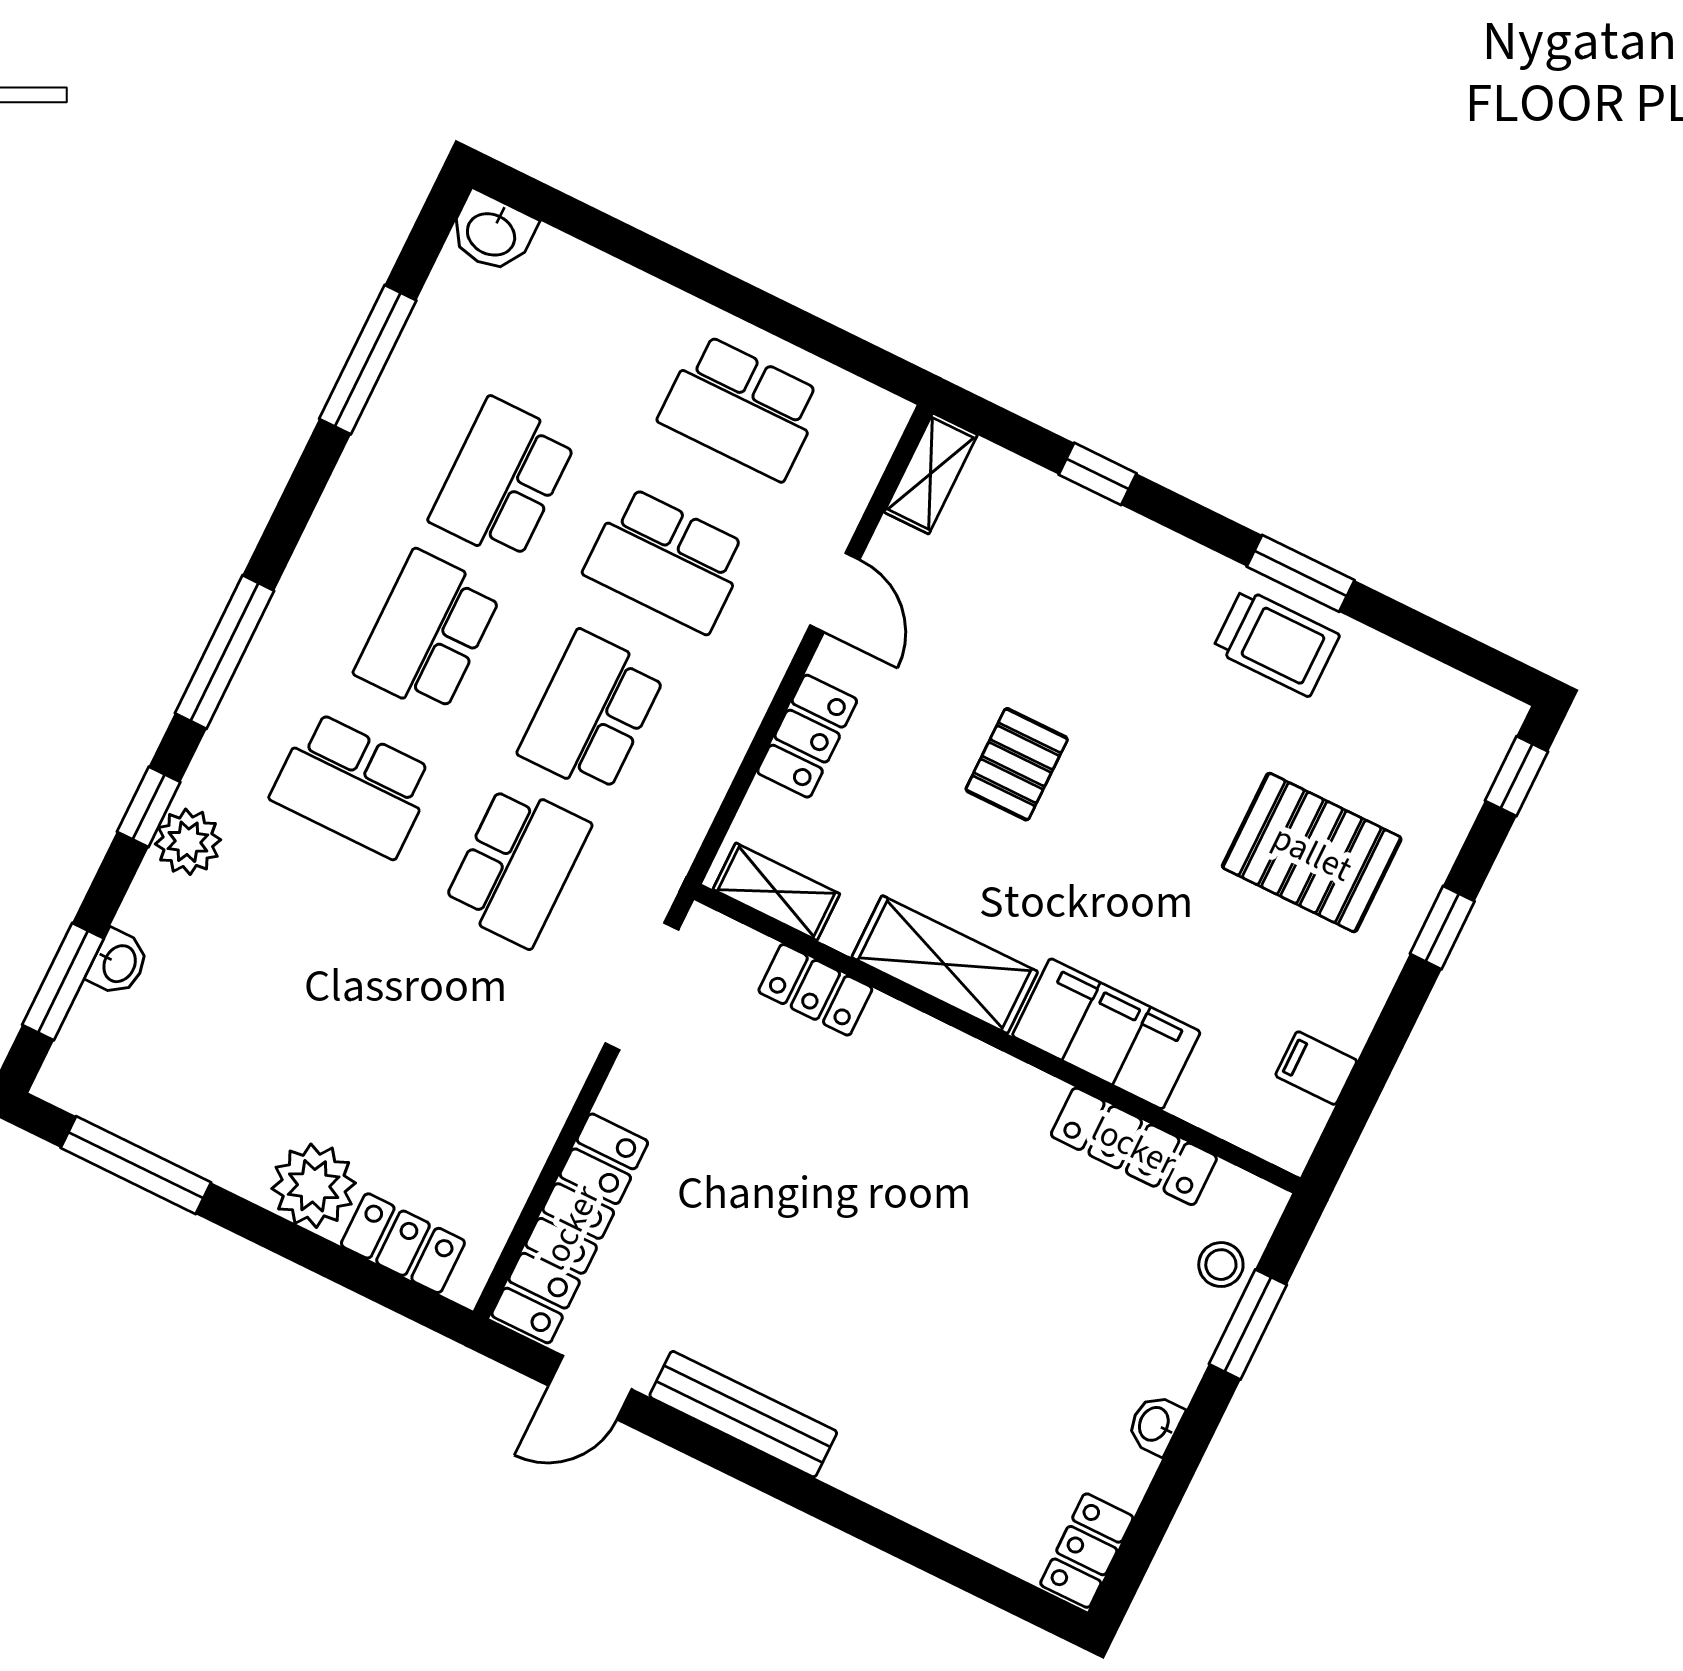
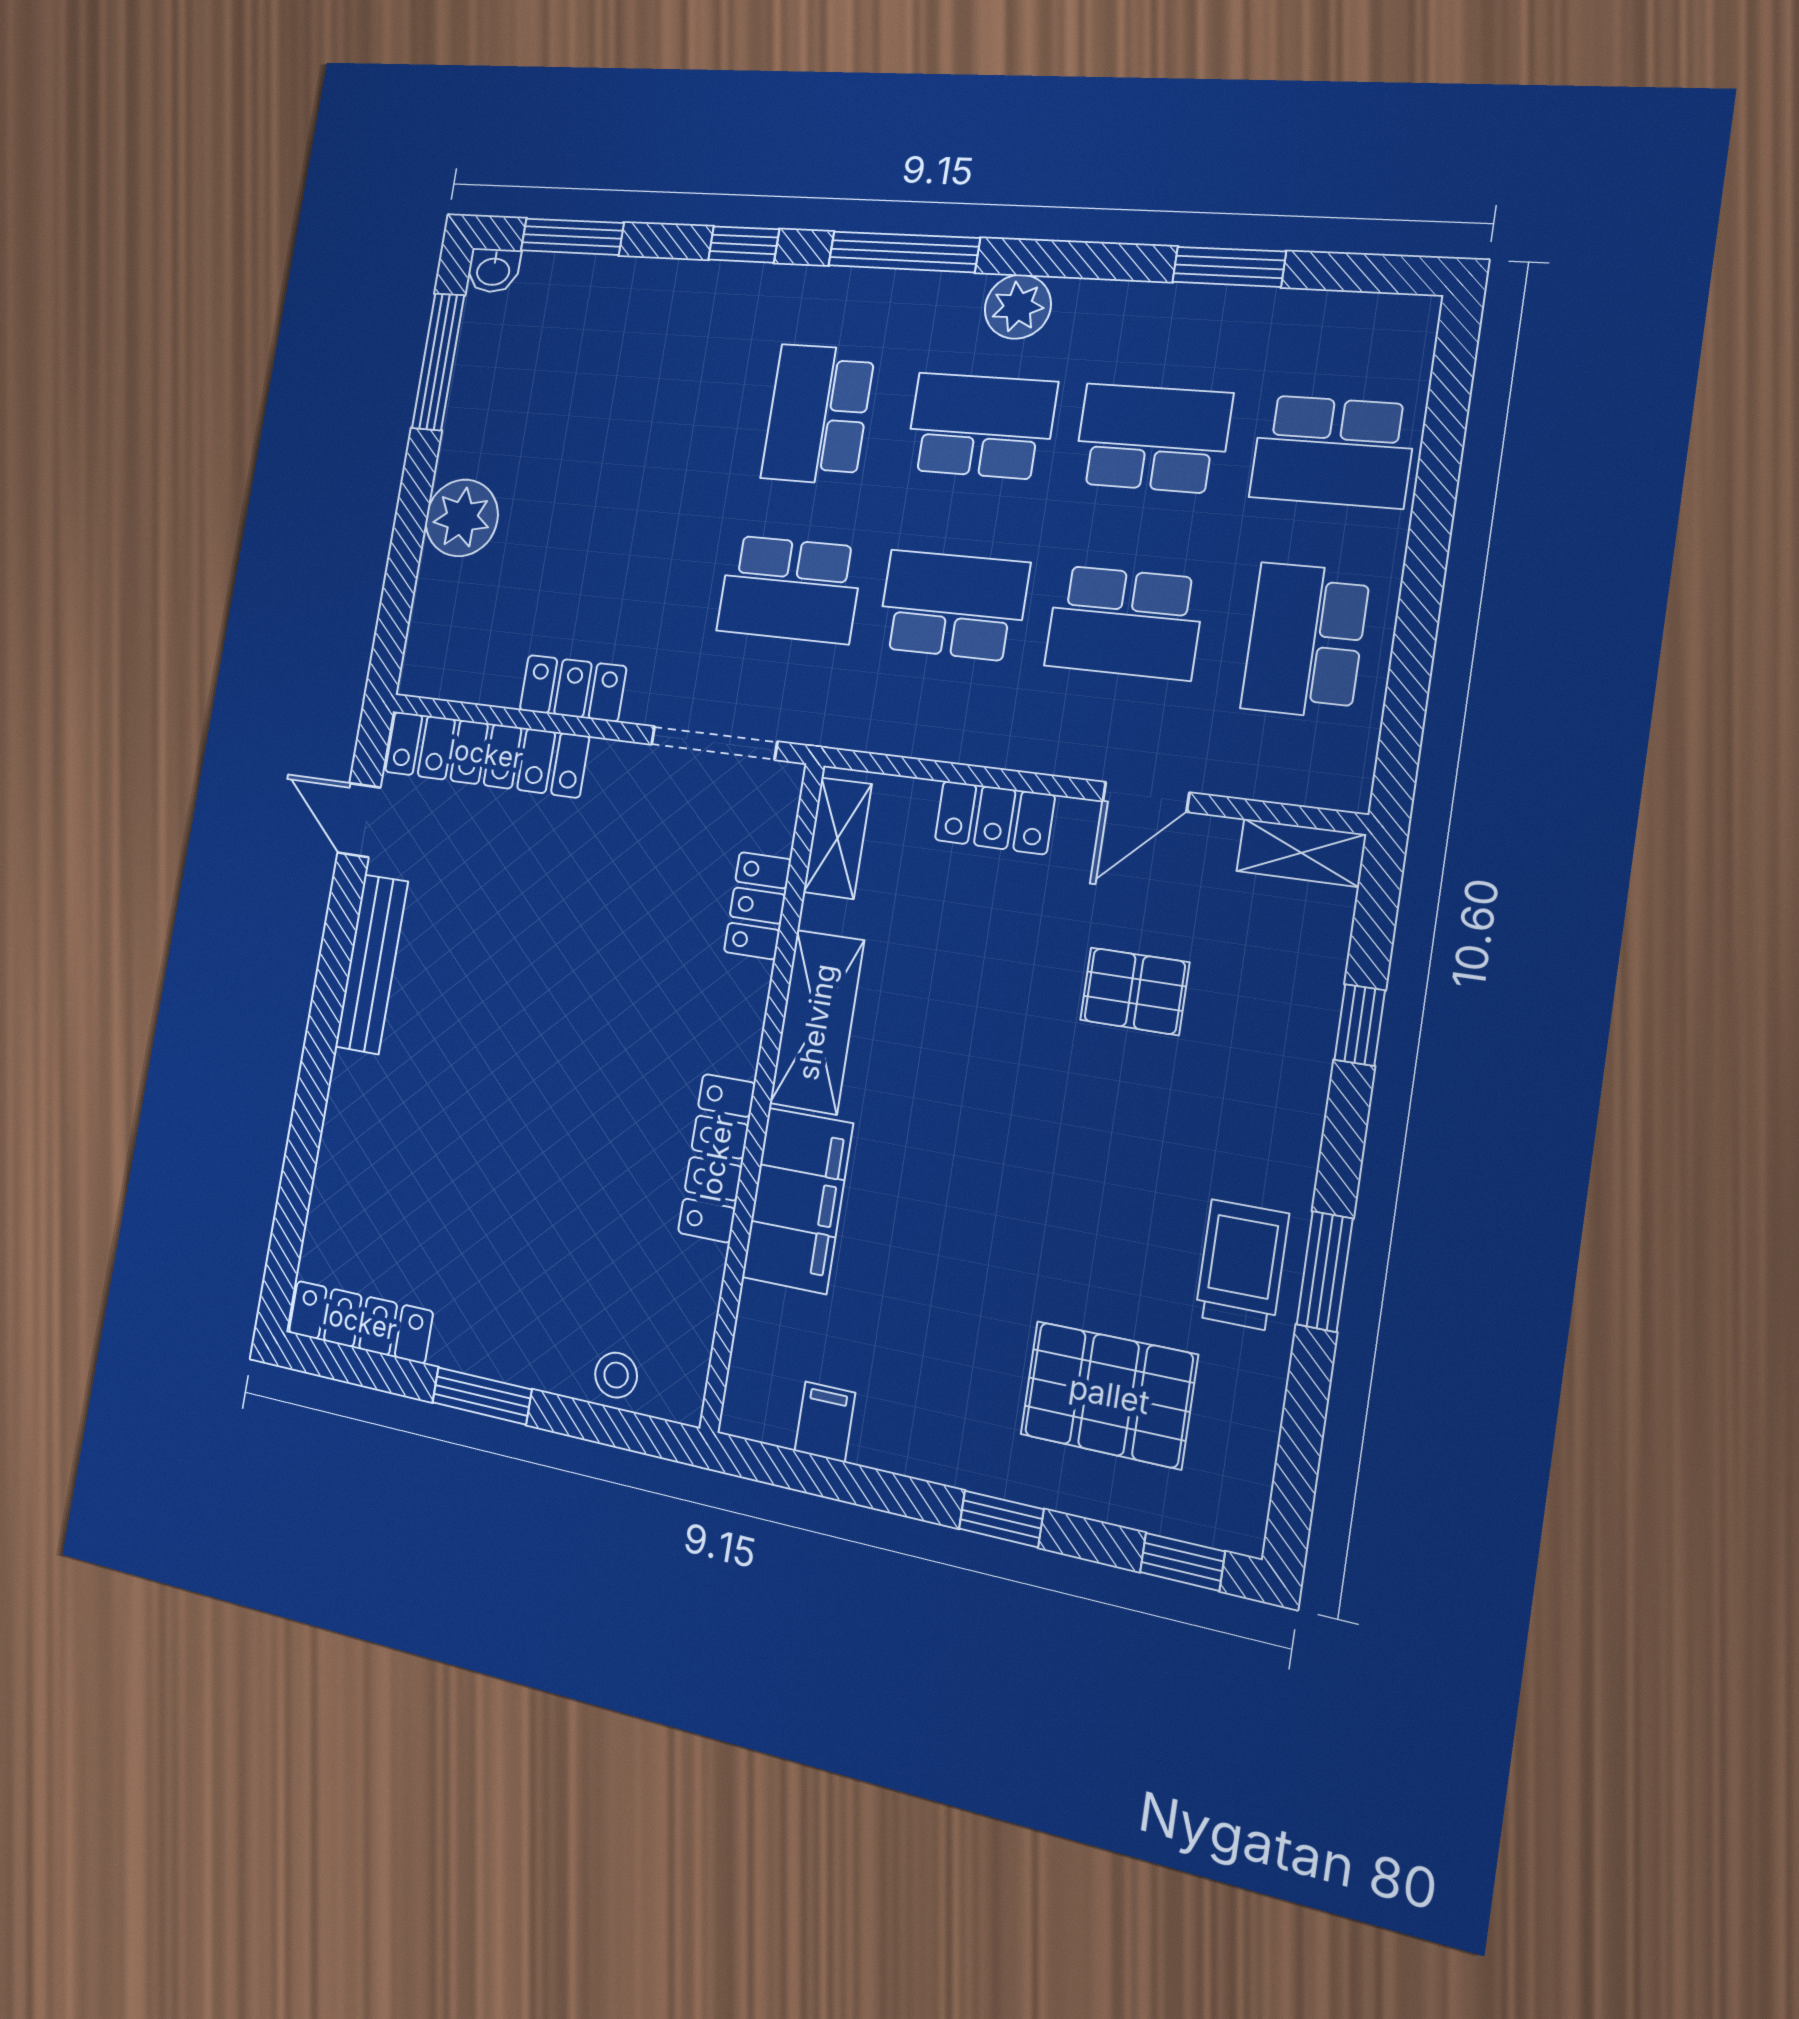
washbasin: (492, 233) -> (1402, 332), removed
school desk: (578, 327) -> (1333, 451), added
window: (368, 360) -> (1229, 267), width x0.69
school desk: (667, 560) -> (1124, 623), turned -90
trolley: (1276, 642) -> (1242, 1265), turned 180
pallet: (1017, 764) -> (1135, 991), moved
plant: (188, 842) -> (1018, 307), moved
pallet: (1312, 853) -> (1109, 1395), moved, turned 90
washbasin: (118, 963) -> (493, 270), moved
locker: (1134, 1146) -> (717, 1158), moved
locker: (403, 1243) -> (573, 688), moved, turned -90
window: (1248, 1324) -> (482, 1396), moved
washbasin: (1155, 1424) -> (459, 1350), removed
locker: (1087, 1551) -> (360, 1322), width x1.53

